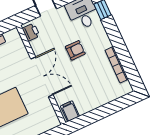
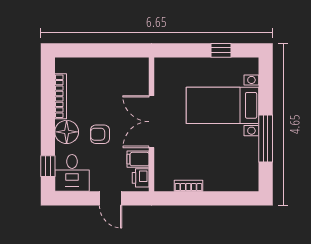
floor lamp: (100, 41) -> (67, 132), added
filing cabinet: (70, 111) -> (138, 159), moved, turned 90

